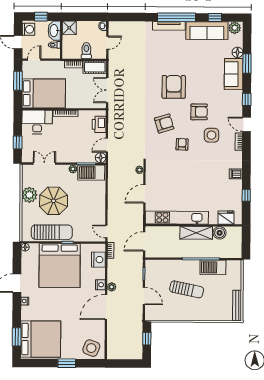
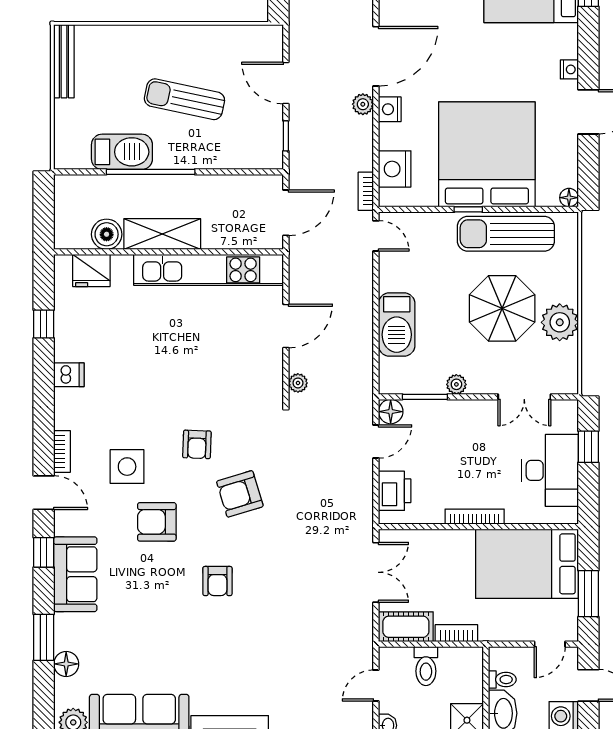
sofa: (234, 74) -> (75, 574), moved
armchair: (174, 87) -> (217, 581), width x0.53, depth x0.53
desk: (37, 122) -> (550, 470), moved, turned -90
barbecue: (91, 173) -> (397, 324), moved, turned 90

